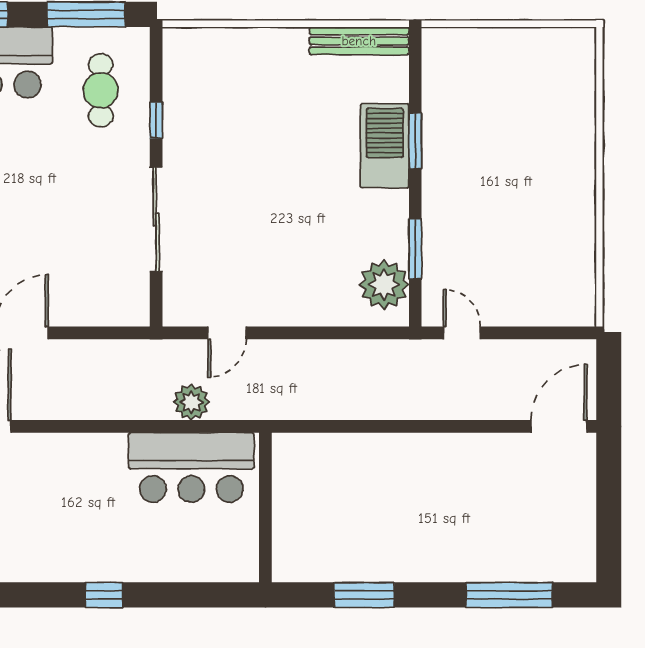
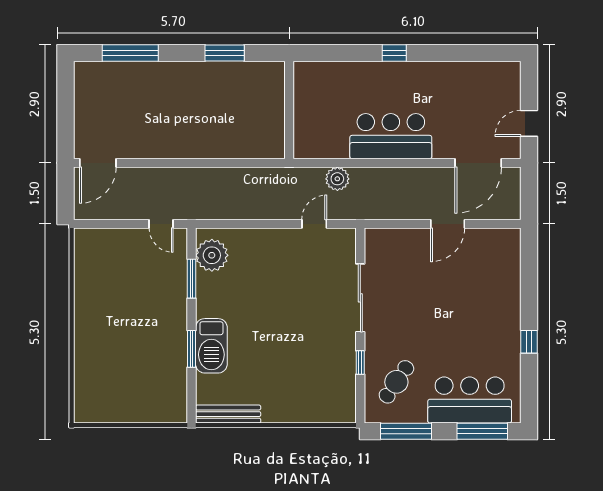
cafe table: (101, 90) -> (396, 382), turned 34
bar counter: (191, 467) -> (391, 136), moved

